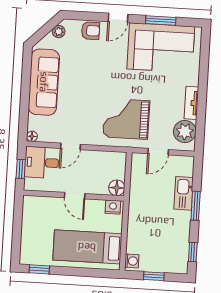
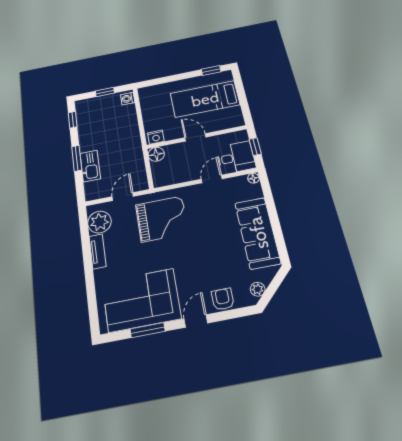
armchair: (91, 31) -> (223, 299), turned 90
bed: (87, 247) -> (205, 99), moved, turned 180

